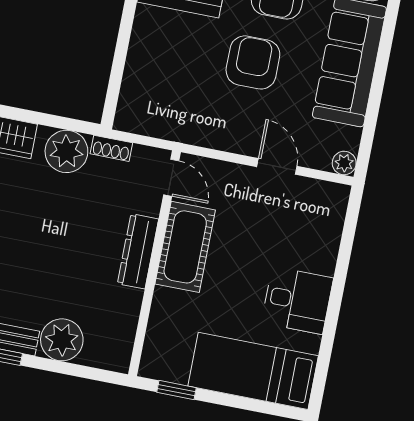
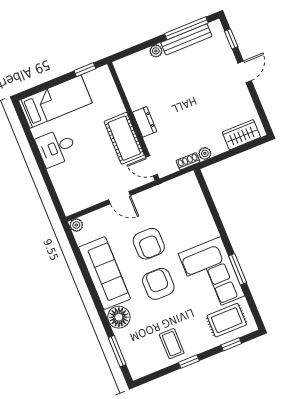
plant: (66, 151) -> (205, 153), width x0.53, depth x0.53
door: (277, 166) -> (120, 198), moved
dresser: (138, 251) -> (145, 122), width x0.70
plant: (62, 340) -> (156, 51), width x0.53, depth x0.53

